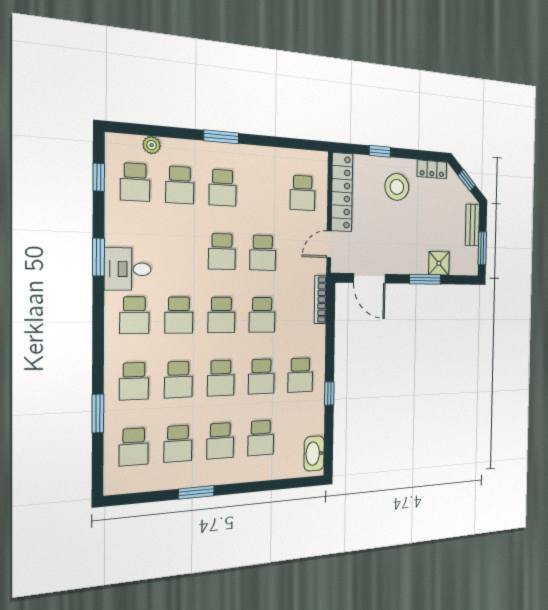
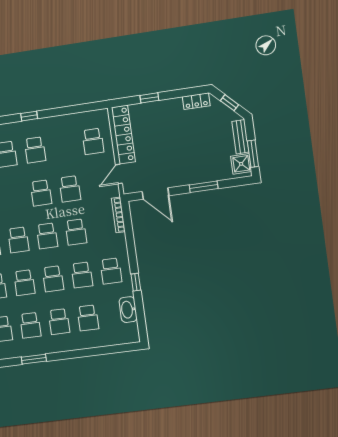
window: (221, 137) -> (29, 116), width x0.67
stool: (397, 187) -> (168, 121), removed
shower: (439, 263) -> (241, 164), moved
washbasin: (314, 454) -> (128, 310), moved
window: (196, 492) -> (34, 359), moved

